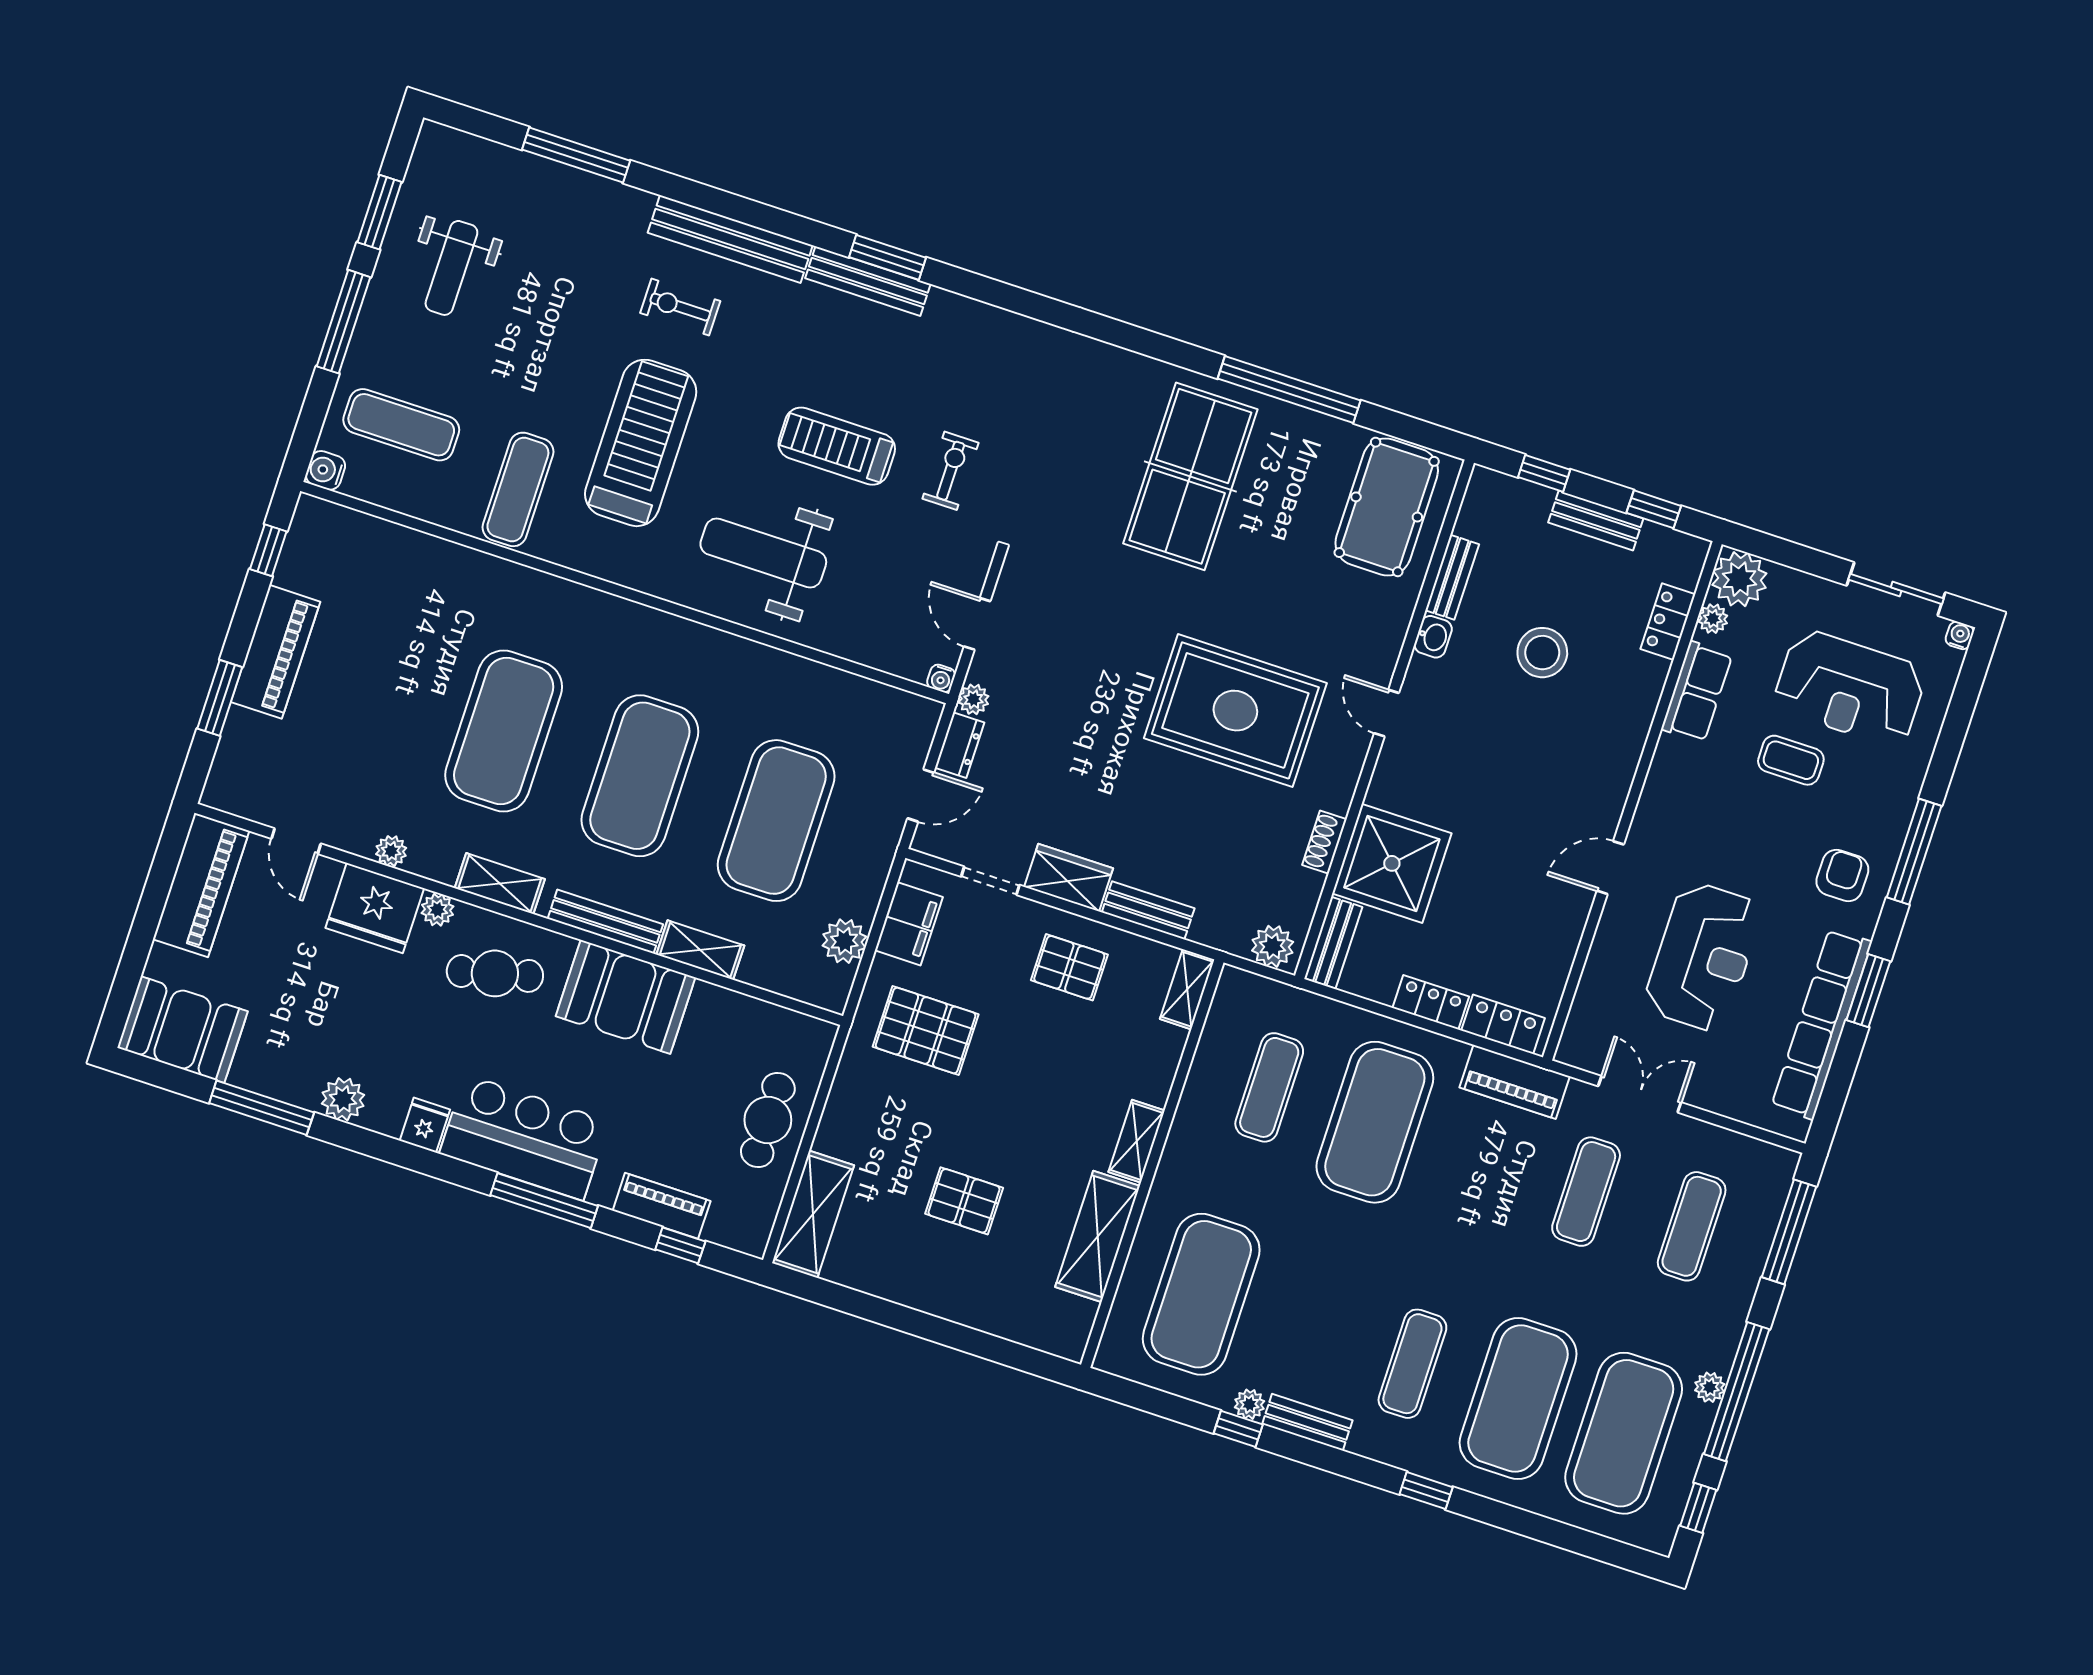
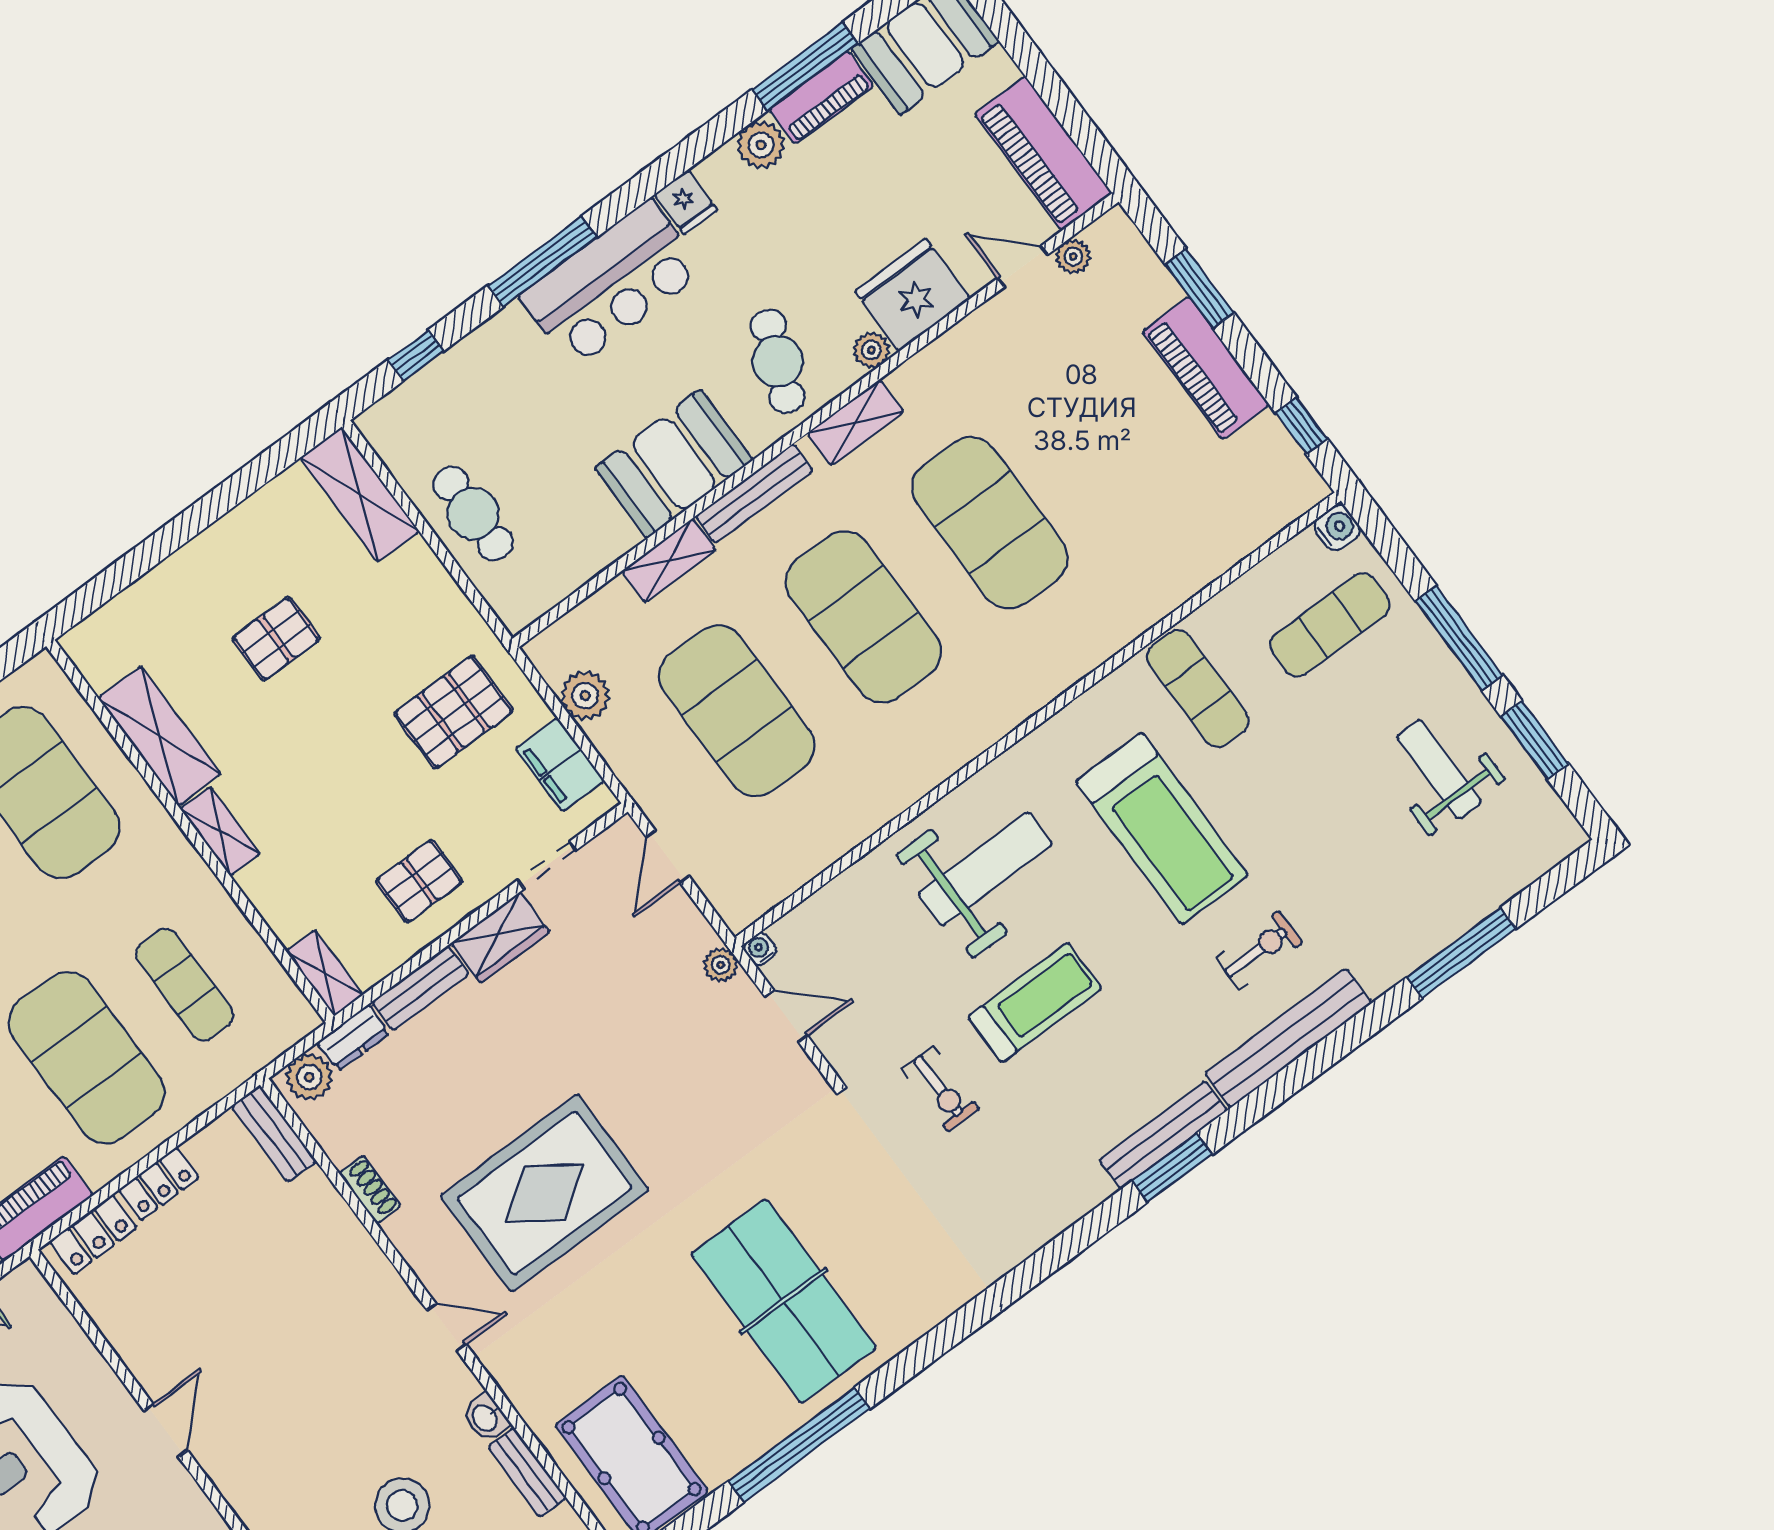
dresser: (960, 745) -> (353, 1038), moved, turned -90
plant: (391, 851) -> (1073, 257), moved
shower: (1392, 863) -> (308, 1237), removed
cafe table: (495, 973) -> (778, 361), turned -54
piano: (662, 1206) -> (821, 98), moved

